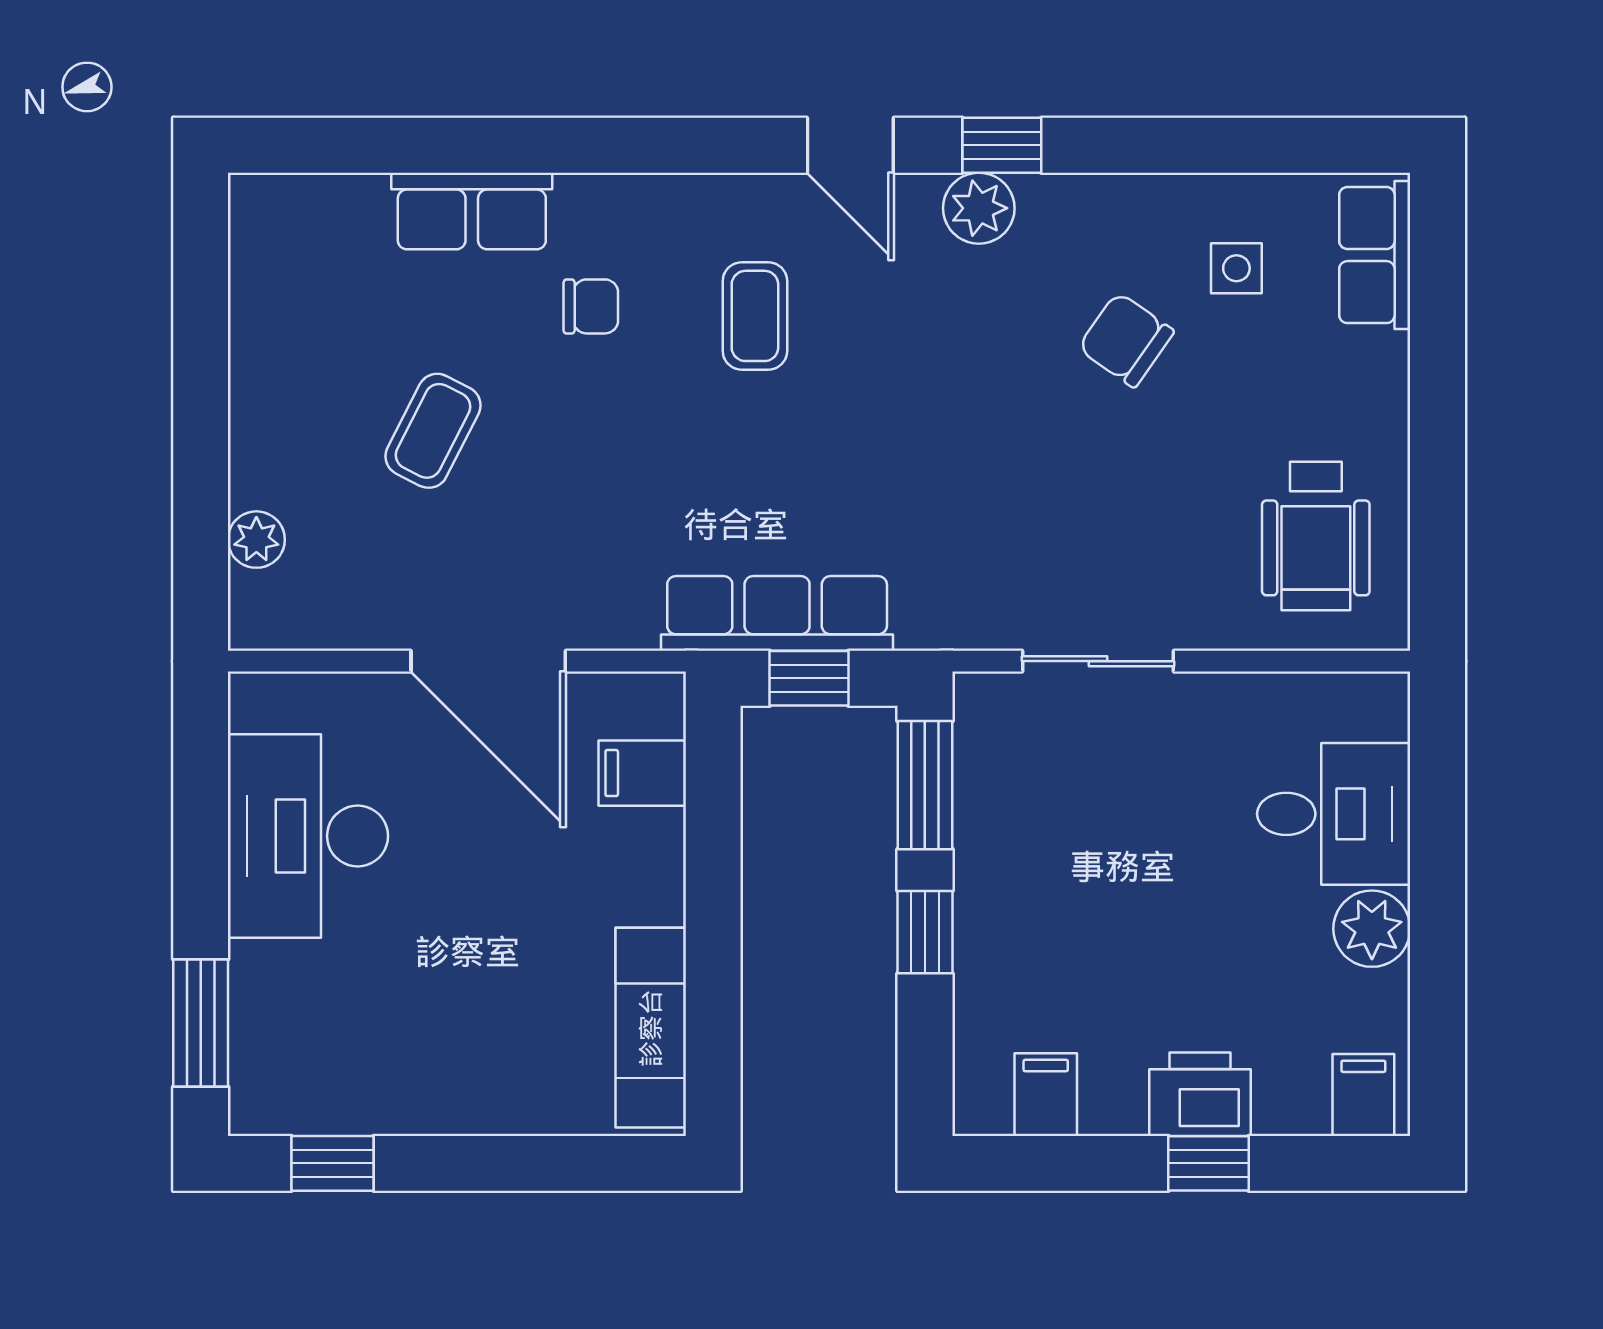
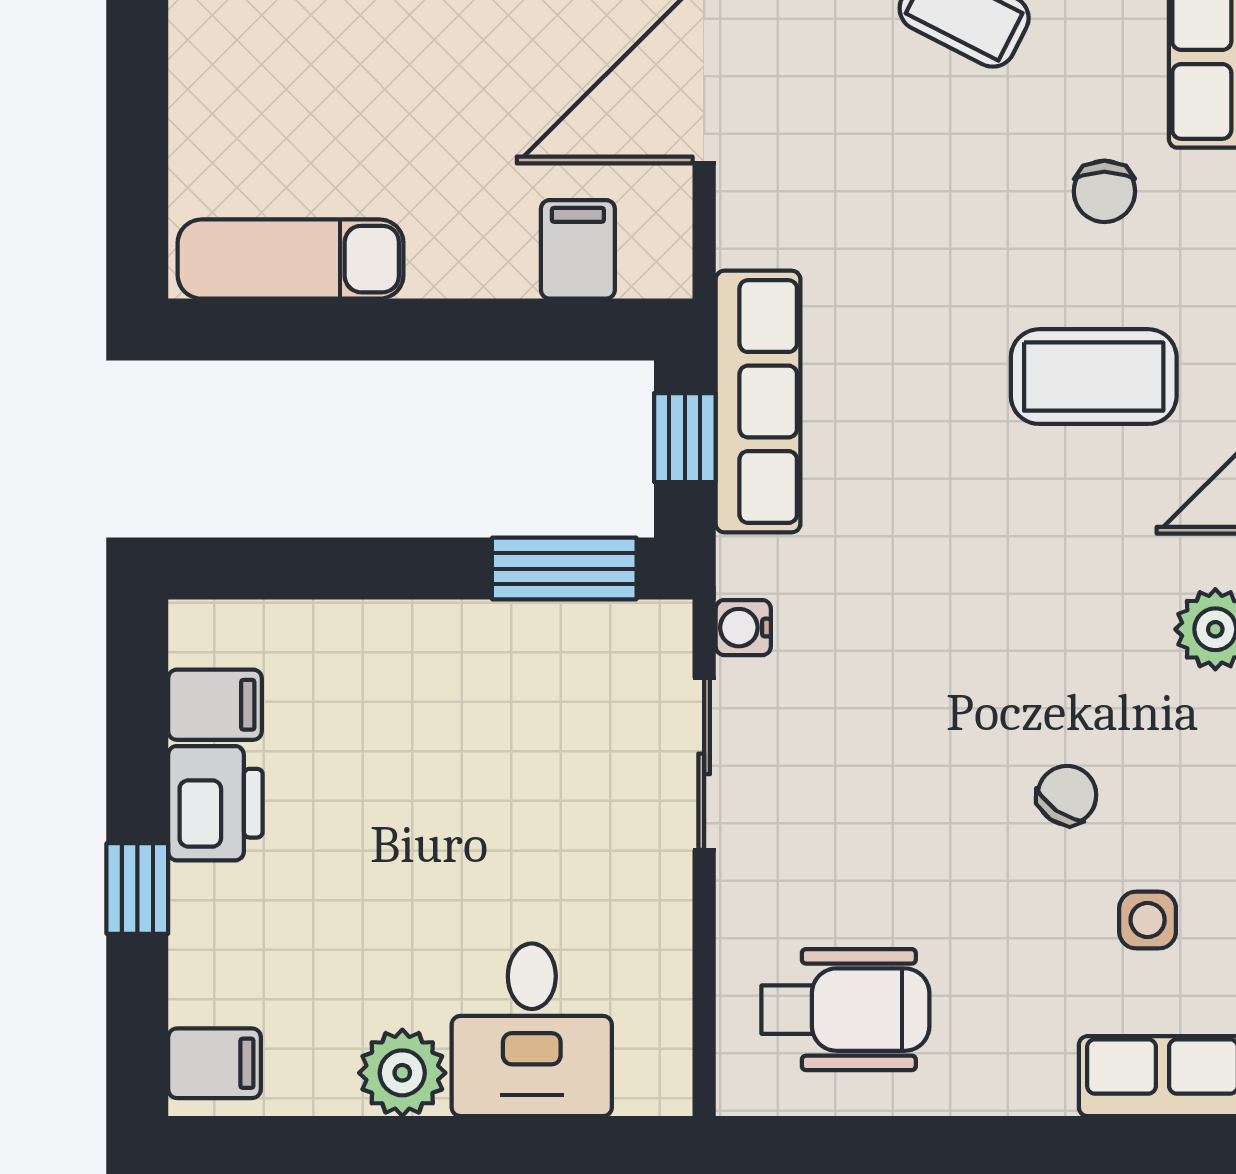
coffee table: (755, 316) -> (1094, 377), width x1.36, depth x1.30
chair: (1126, 340) -> (1067, 795), width x0.73, depth x0.73
wheelchair: (1316, 536) -> (845, 1010), turned 180
water cooler: (977, 626) -> (743, 628), added
window: (925, 932) -> (398, 569), removed
printer: (1200, 1094) -> (215, 803), moved

